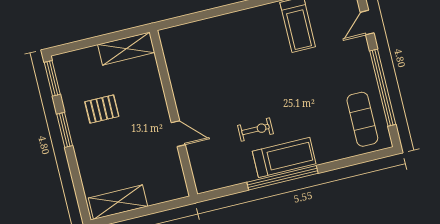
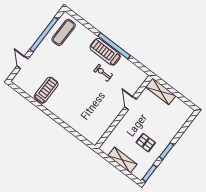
door: (367, 23) -> (22, 62), swing flipped
shelving: (126, 49) -> (122, 160), moved
shelving: (118, 202) -> (161, 91), moved

